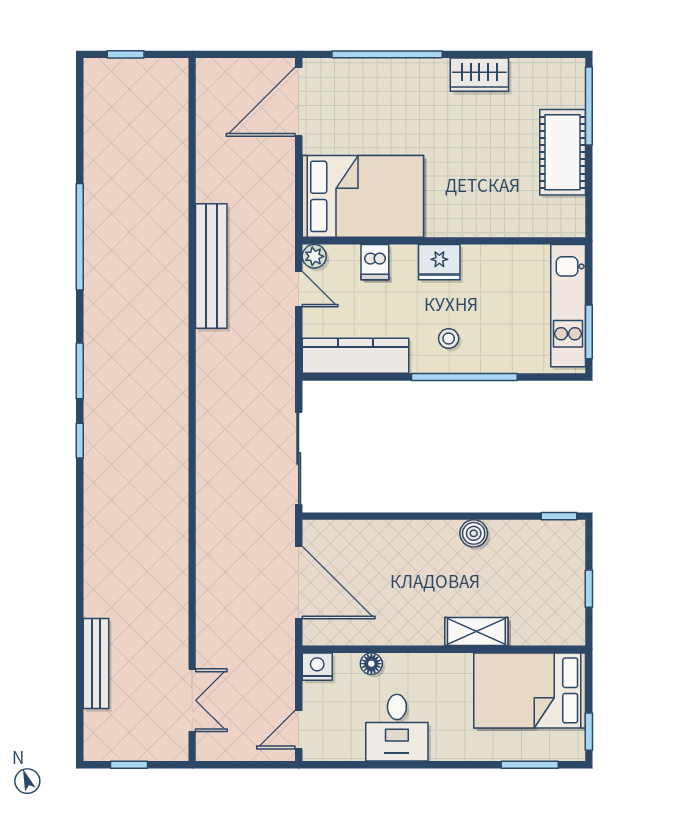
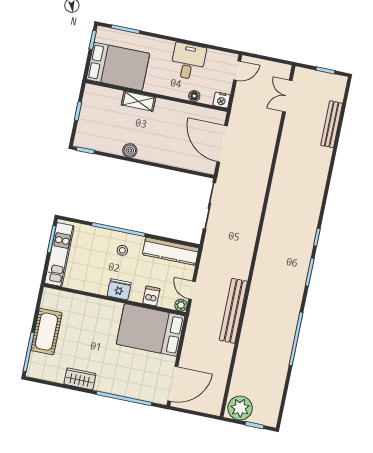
plant: (160, 82) -> (240, 408), added

